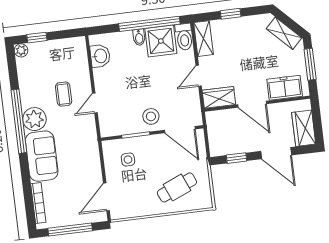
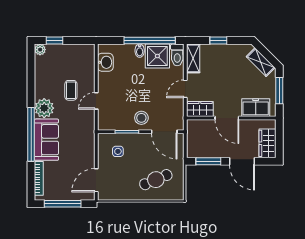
window: (19, 121) -> (31, 134), moved
window: (237, 158) -> (208, 161), width x1.50

